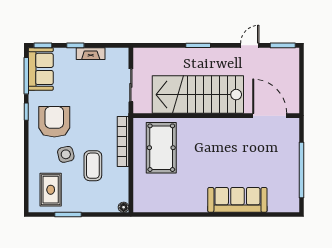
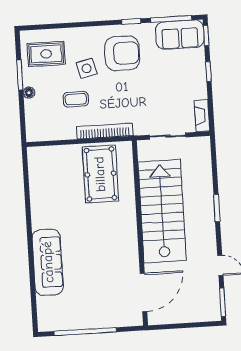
fireplace: (91, 54) -> (202, 116), moved
pool table: (161, 148) -> (100, 174), turned 90
coffee table: (93, 166) -> (76, 99), width x0.73, depth x0.77
floor lamp: (124, 207) -> (29, 93), moved

